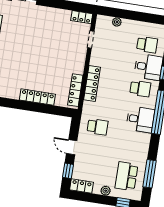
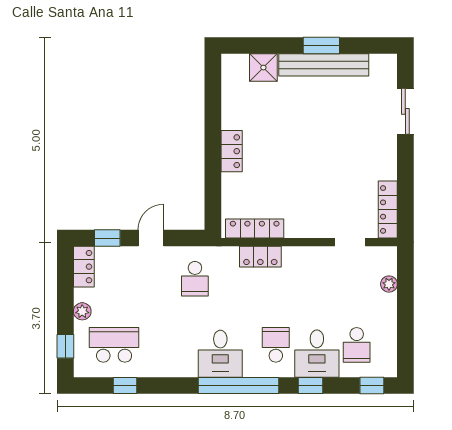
locker: (82, 17) -> (388, 209), width x1.53
locker: (92, 84) -> (260, 257), width x0.66
school desk: (140, 89) -> (276, 345), turned 180
locker: (37, 97) -> (232, 151), width x0.66
window: (149, 174) -> (125, 386), width x0.46

